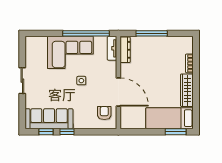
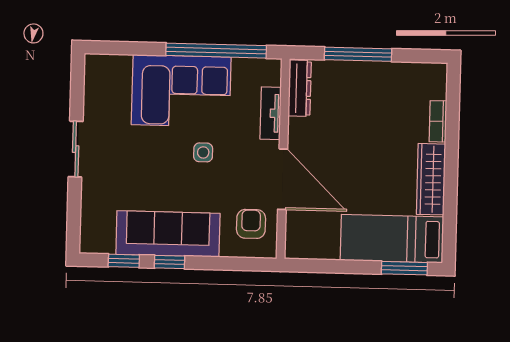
tv unit: (112, 48) -> (271, 113), moved
sofa: (49, 119) -> (168, 234), moved

